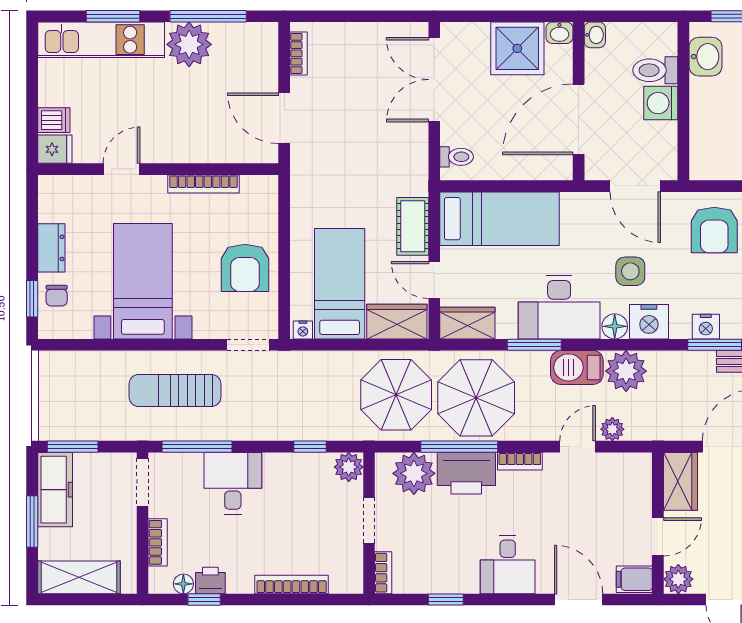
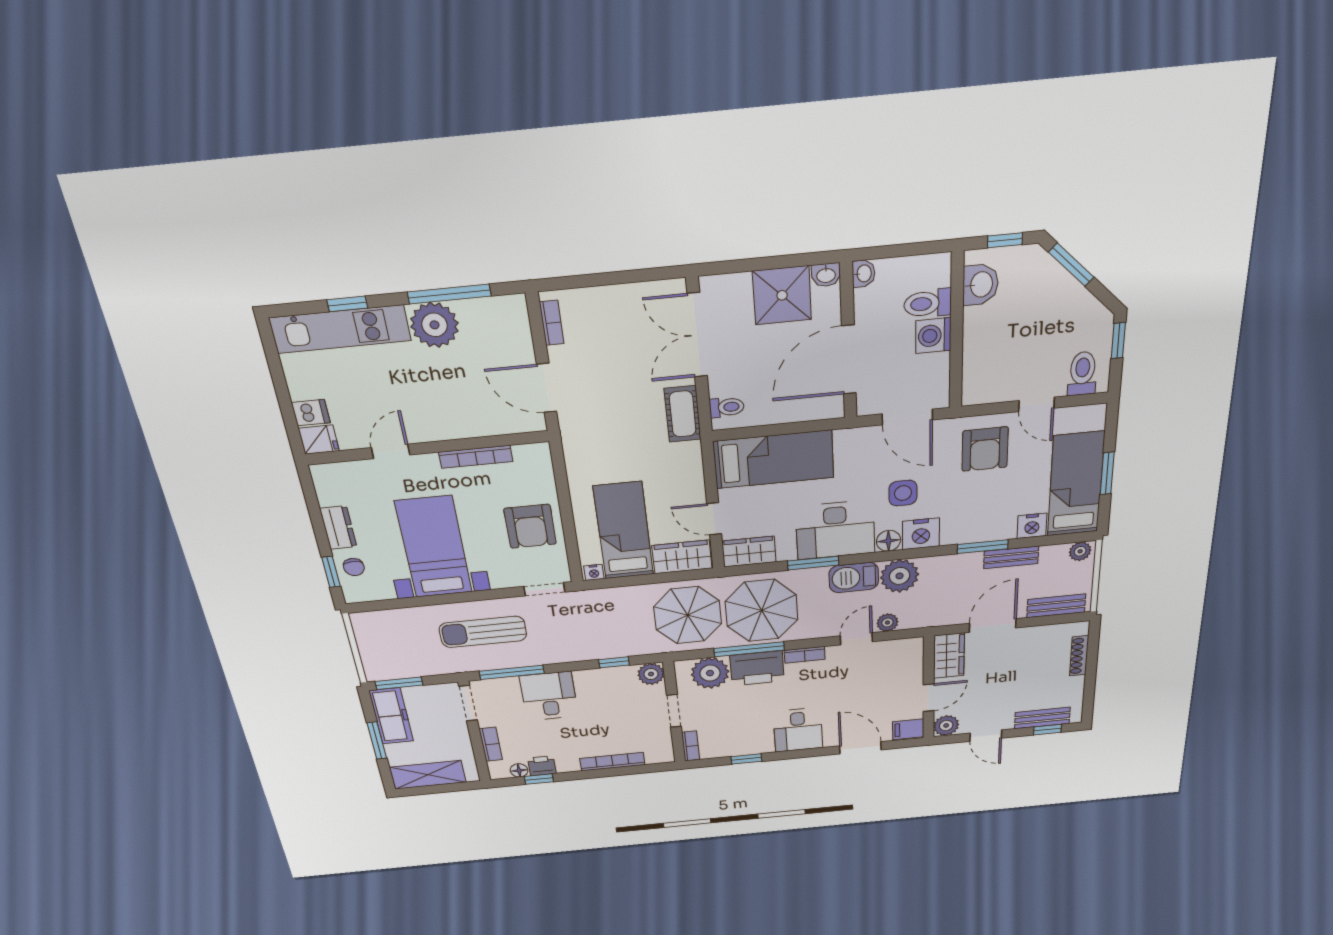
window: (113, 16) -> (347, 304), width x0.67
cot: (413, 226) -> (683, 414), moved
nightstand: (706, 327) -> (975, 533), removed

